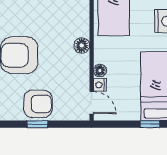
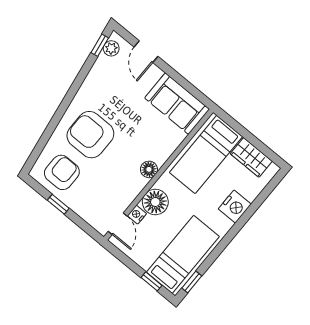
floor lamp: (100, 71) -> (155, 202), width x1.89, depth x1.89
armchair: (38, 104) -> (62, 172), moved, turned -90

